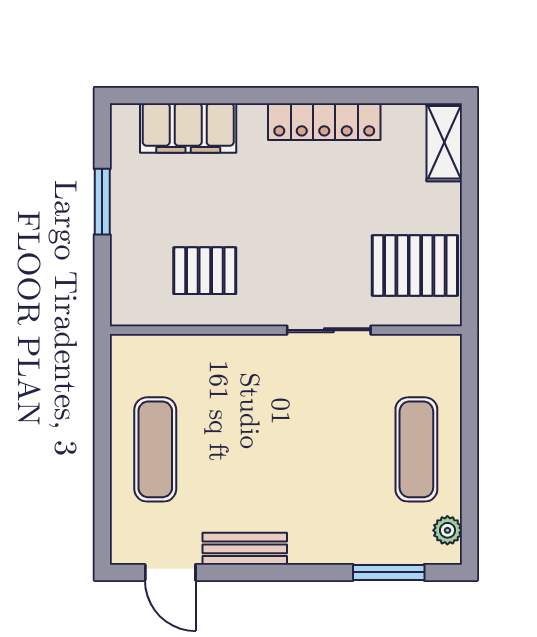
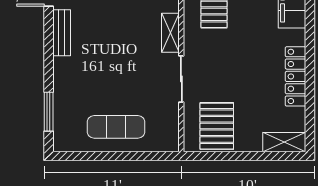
shelving: (244, 350) -> (170, 33), added
plant: (447, 530) -> (72, 144), removed

